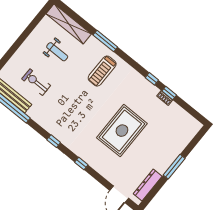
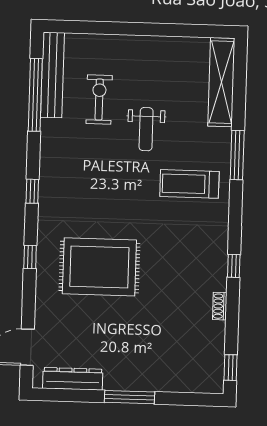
weight bench: (57, 52) -> (146, 129), moved
window: (169, 93) -> (231, 368), moved
rug: (122, 131) -> (99, 267), moved

